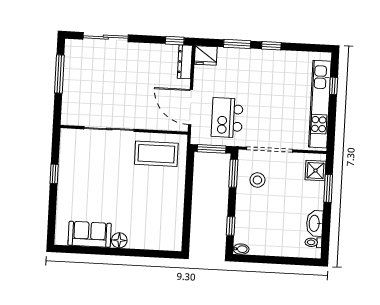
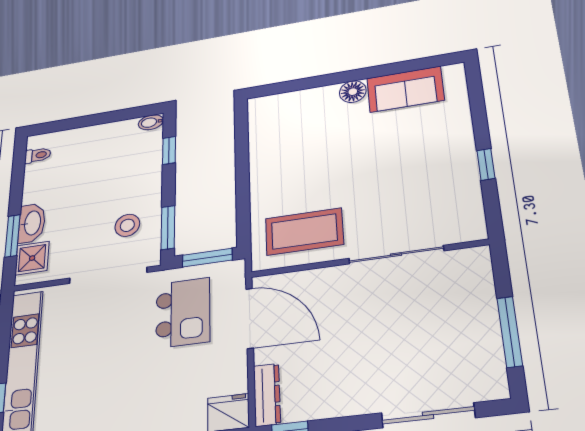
washbasin: (315, 223) -> (32, 223), moved

